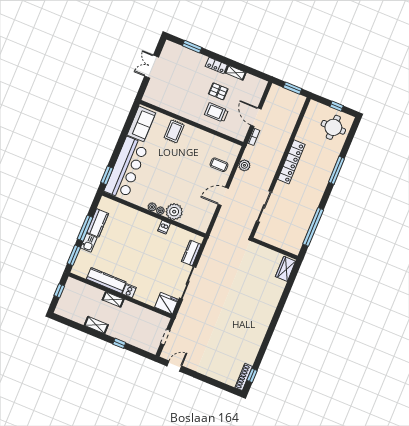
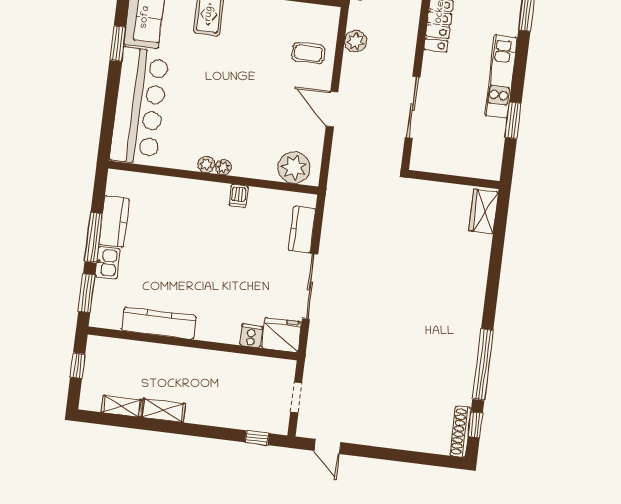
window: (107, 175) -> (118, 43), moved
door: (223, 196) -> (332, 109), hinge flipped
kitchen unit: (313, 203) -> (501, 76), added
plant: (174, 212) -> (294, 168), moved
window: (313, 227) -> (513, 120), width x0.47
cooker: (129, 291) -> (251, 336), moved
shelving: (113, 300) -> (121, 406), moved
window: (119, 343) -> (257, 438), moved
window: (264, 346) -> (483, 364), added
door: (174, 366) -> (328, 447), swing flipped

